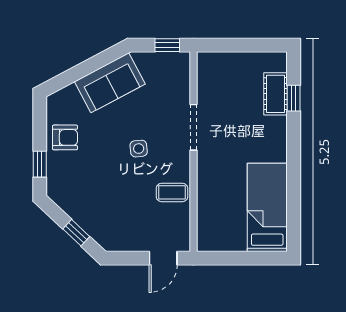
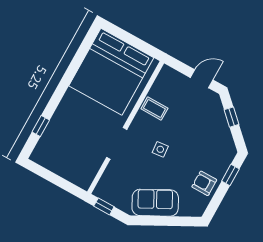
cot: (275, 94) -> (51, 135), removed
bed: (267, 207) -> (111, 72), width x2.04
door: (163, 258) -> (202, 79), moved

